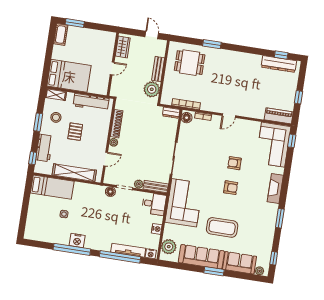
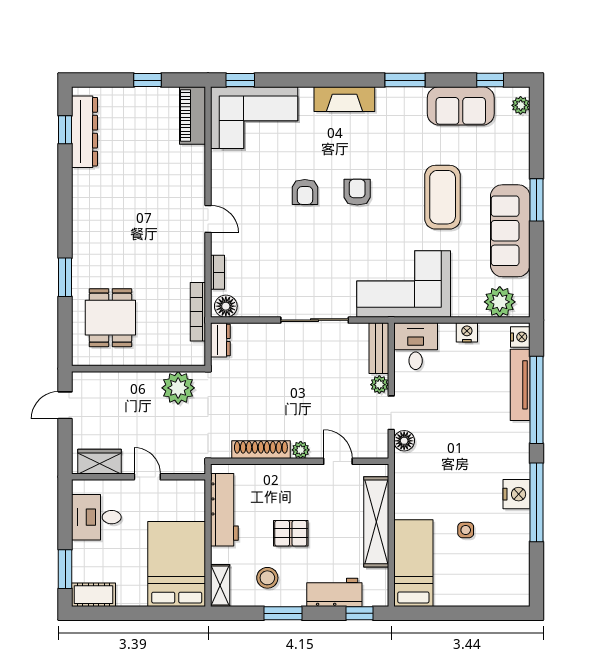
desk: (97, 41) -> (96, 517), added
bench: (158, 69) -> (134, 381), removed
sofa: (240, 263) -> (461, 106), moved, turned -90

